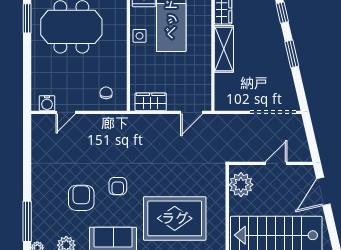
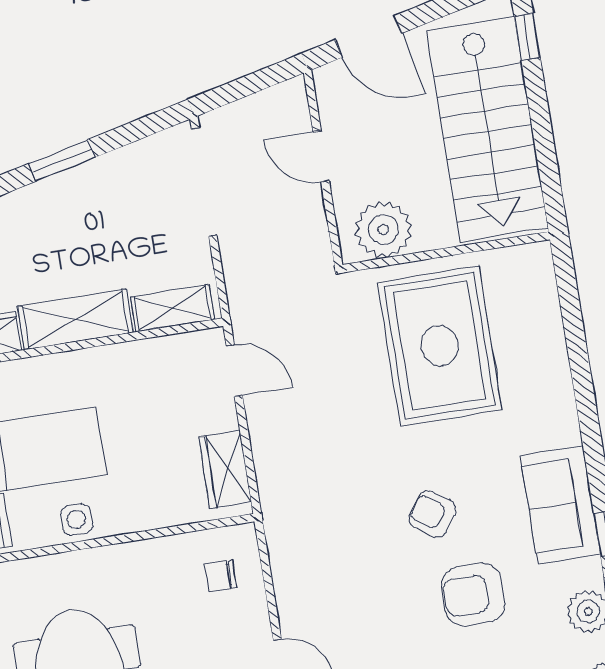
shelving: (222, 91) -> (173, 308), added
armchair: (118, 186) -> (432, 514), turned -144
rug: (175, 218) -> (440, 346), moved

